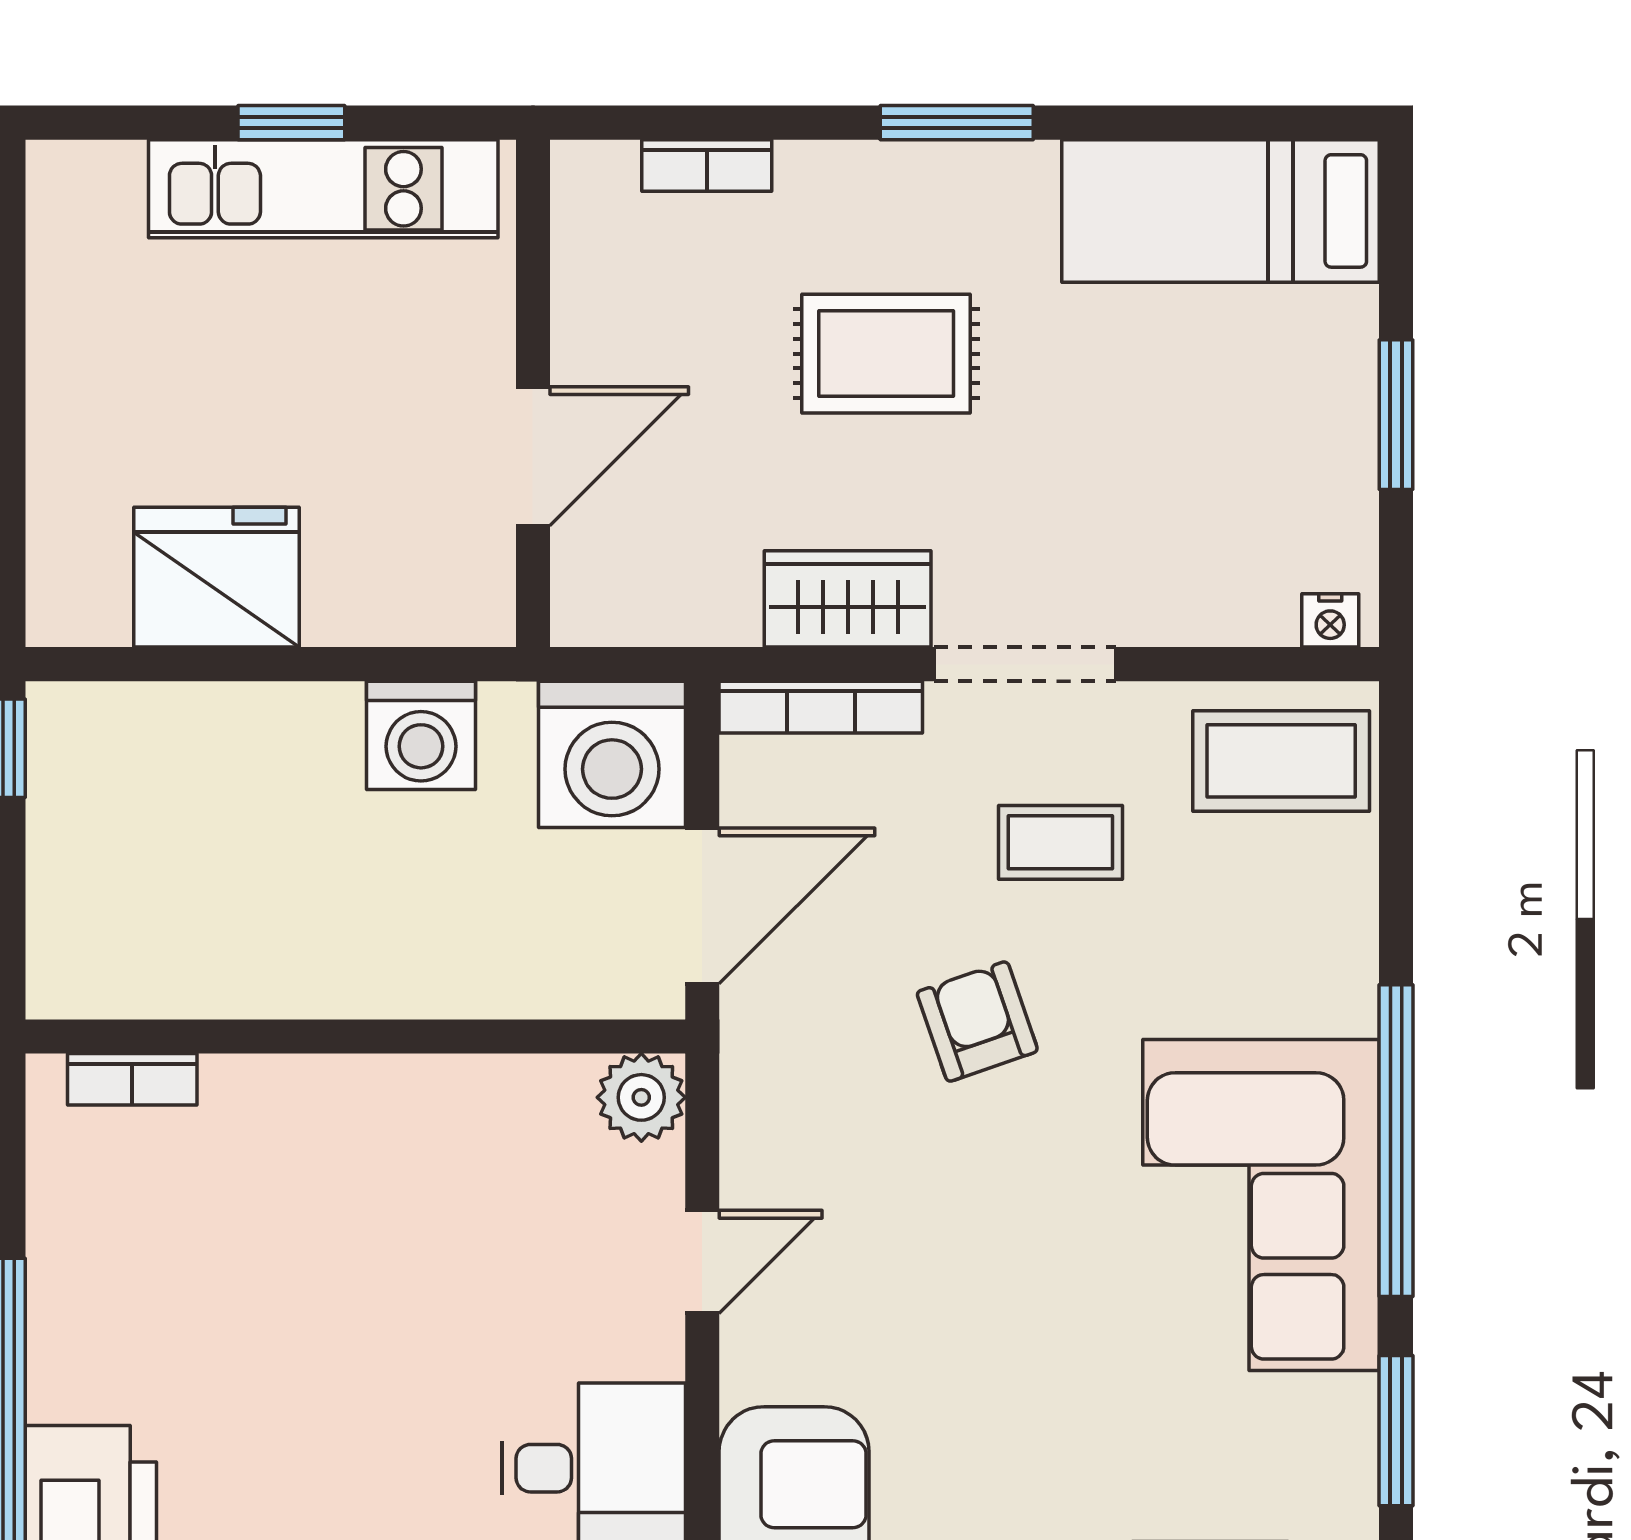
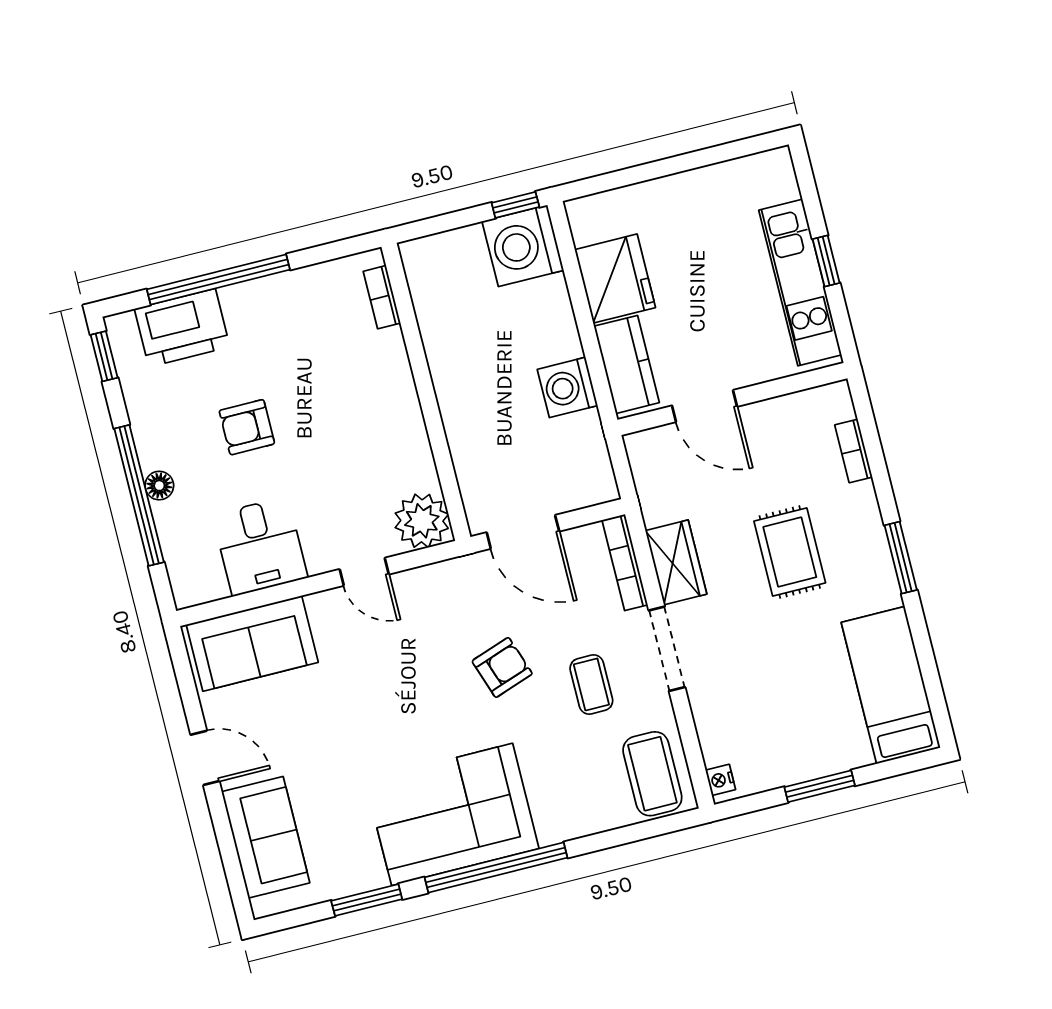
kitchen counter: (404, 598) -> (627, 364), added
washing machine: (612, 754) -> (523, 246), moved
plant: (641, 1097) -> (422, 521), width x1.36, depth x1.36
armchair: (335, 1433) -> (247, 427), added

